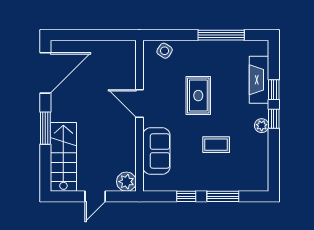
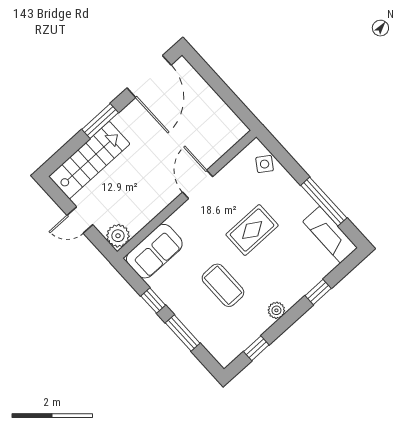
door: (45, 73) -> (149, 76), hinge flipped
fireplace: (259, 80) -> (330, 235), moved, turned -90
window: (274, 119) -> (256, 348), moved
coffee table: (216, 145) -> (223, 285), width x1.36, depth x1.30
sofa: (156, 151) -> (154, 251), moved

